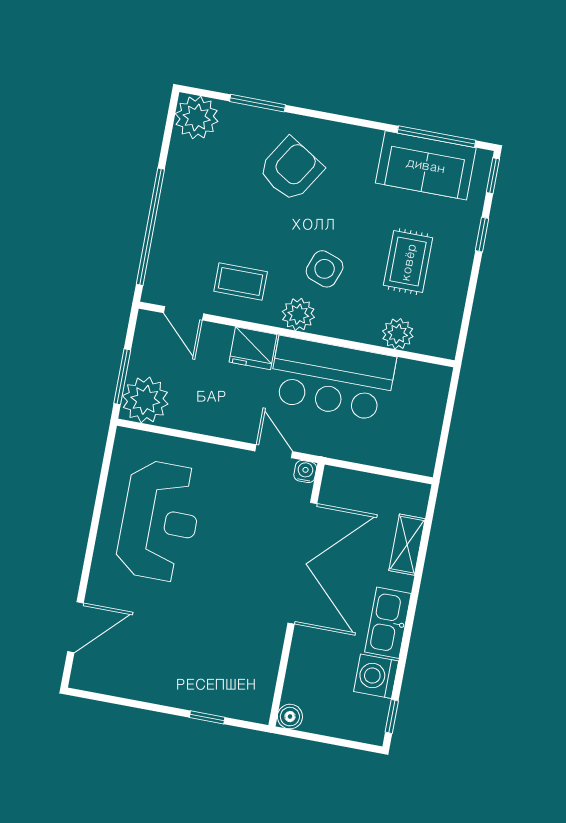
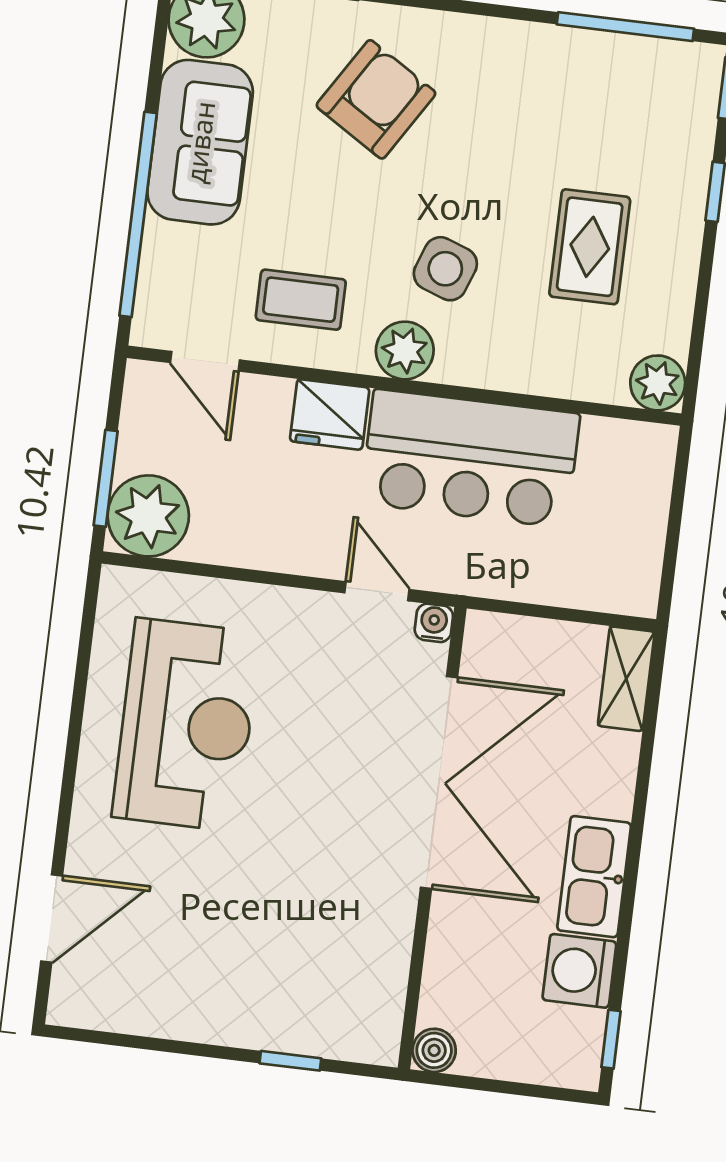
sofa: (426, 165) -> (200, 142), moved, turned -90
plant: (398, 334) -> (658, 383), moved
shelving: (407, 545) -> (626, 679), moved

